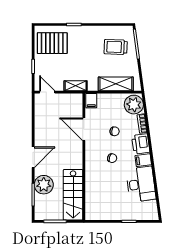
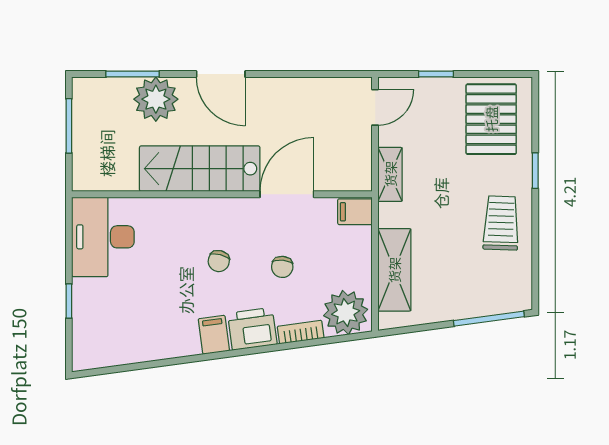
trolley: (116, 47) -> (501, 223), moved
desk: (141, 184) -> (103, 237), moved, turned 98
stairs: (73, 195) -> (200, 169), moved

